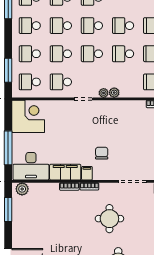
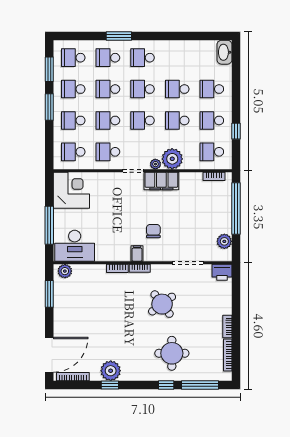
window: (8, 70) -> (49, 107), moved
plant: (114, 93) -> (172, 159), width x1.88, depth x1.88
filing cabinet: (65, 172) -> (161, 181), moved, turned 180
round table: (109, 219) -> (162, 304), turned -37

